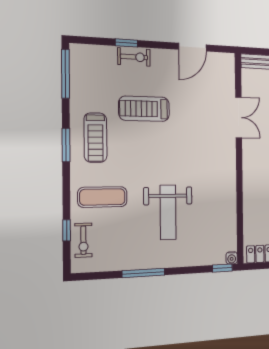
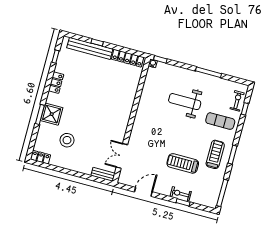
treadmill: (144, 109) -> (183, 163), turned 180
double door: (239, 117) -> (122, 156), moved
weight bench: (168, 212) -> (185, 102), turned -90

